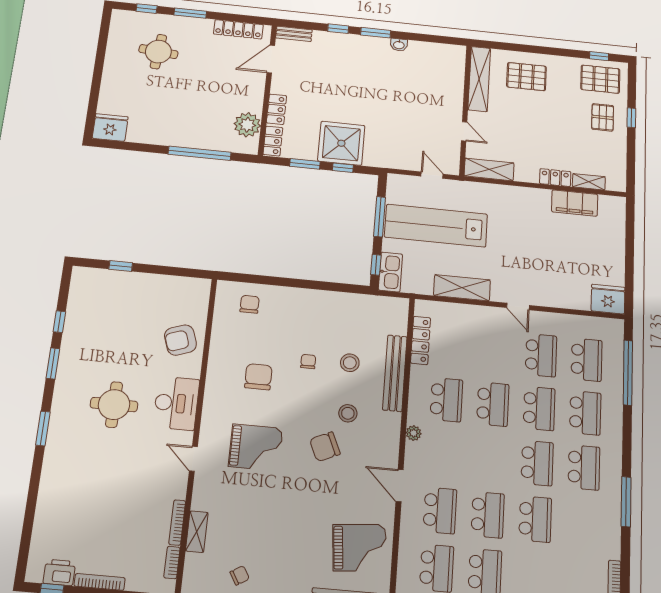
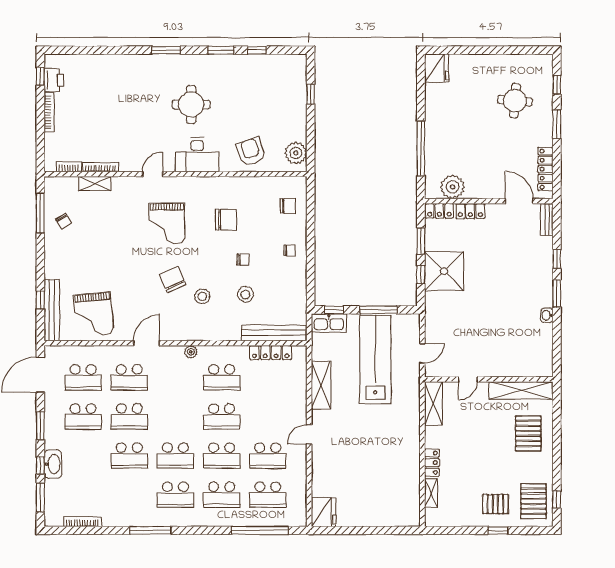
filing cabinet: (575, 203) -> (410, 481), removed
plant: (188, 289) -> (296, 153), added
chair: (302, 308) -> (289, 250), added
bench: (395, 373) -> (274, 333), moved

